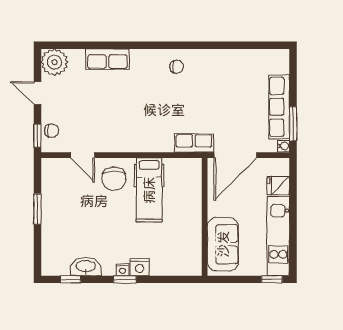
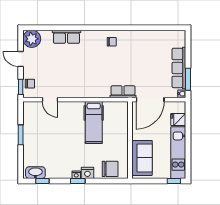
chair: (114, 179) -> (110, 169), moved, turned -90
washbasin: (86, 267) -> (35, 173), moved

